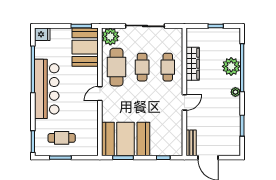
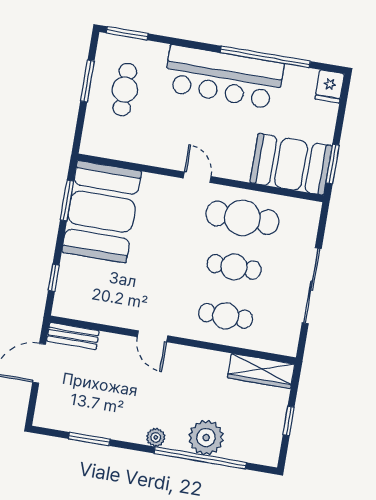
plant: (110, 36) -> (303, 216), removed
wardrobe: (193, 64) -> (261, 371), moved

